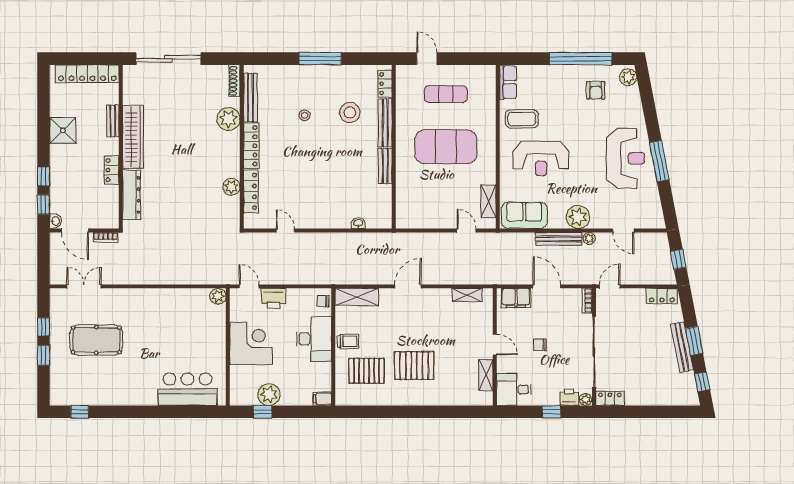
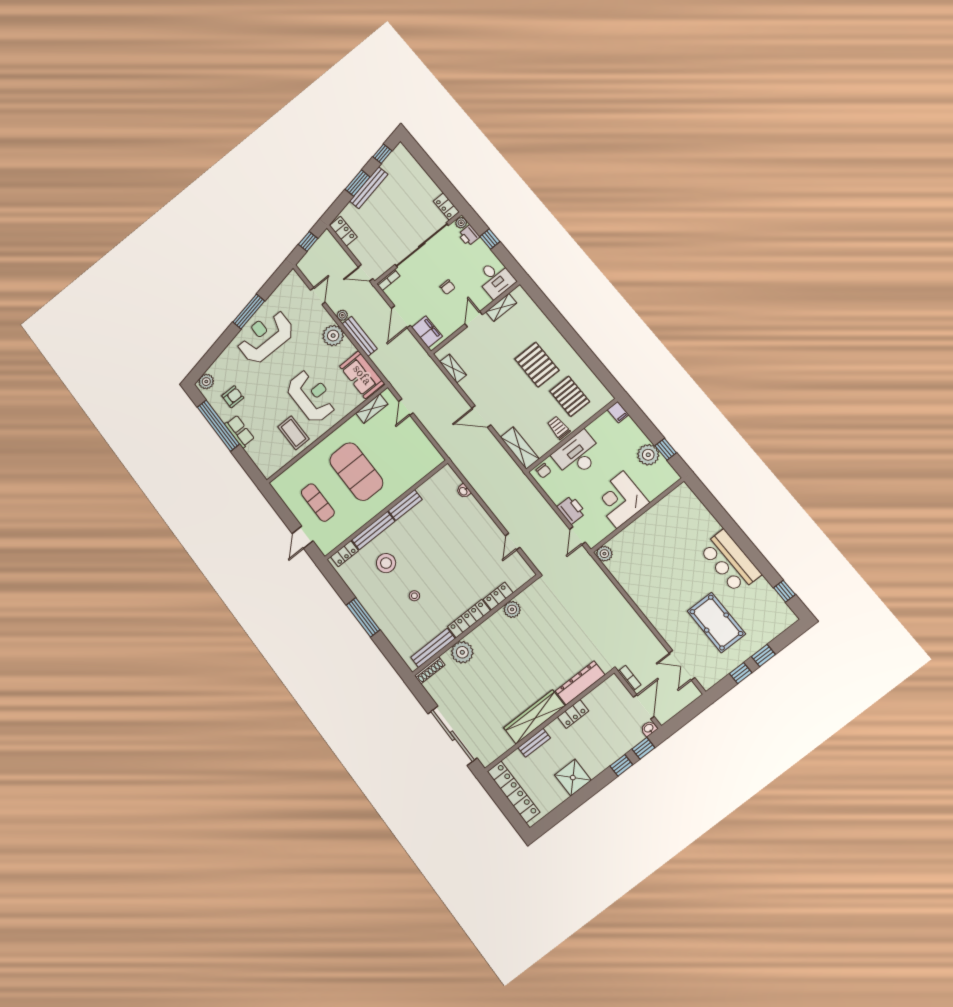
row of seats: (508, 82) -> (239, 431), moved, turned 90
locker: (251, 191) -> (498, 596), width x0.66
bar counter: (187, 389) -> (730, 562), moved

